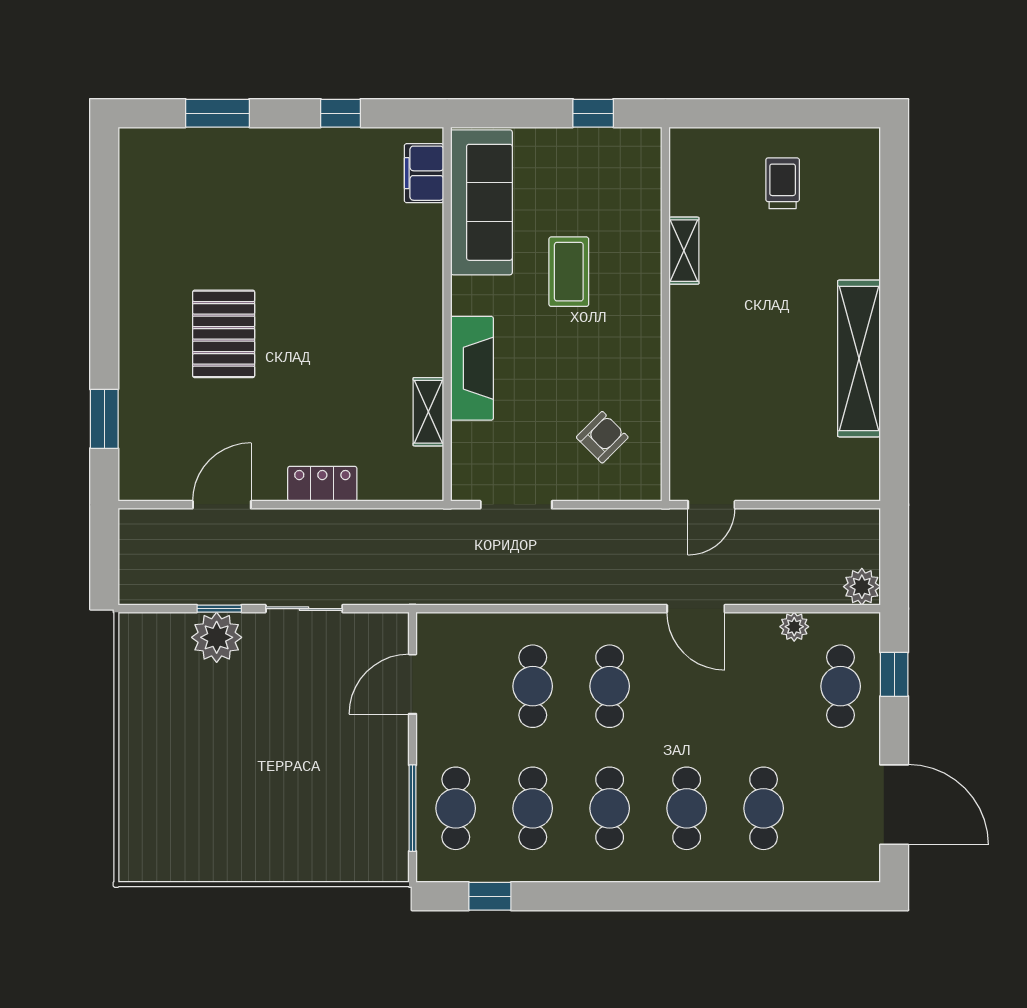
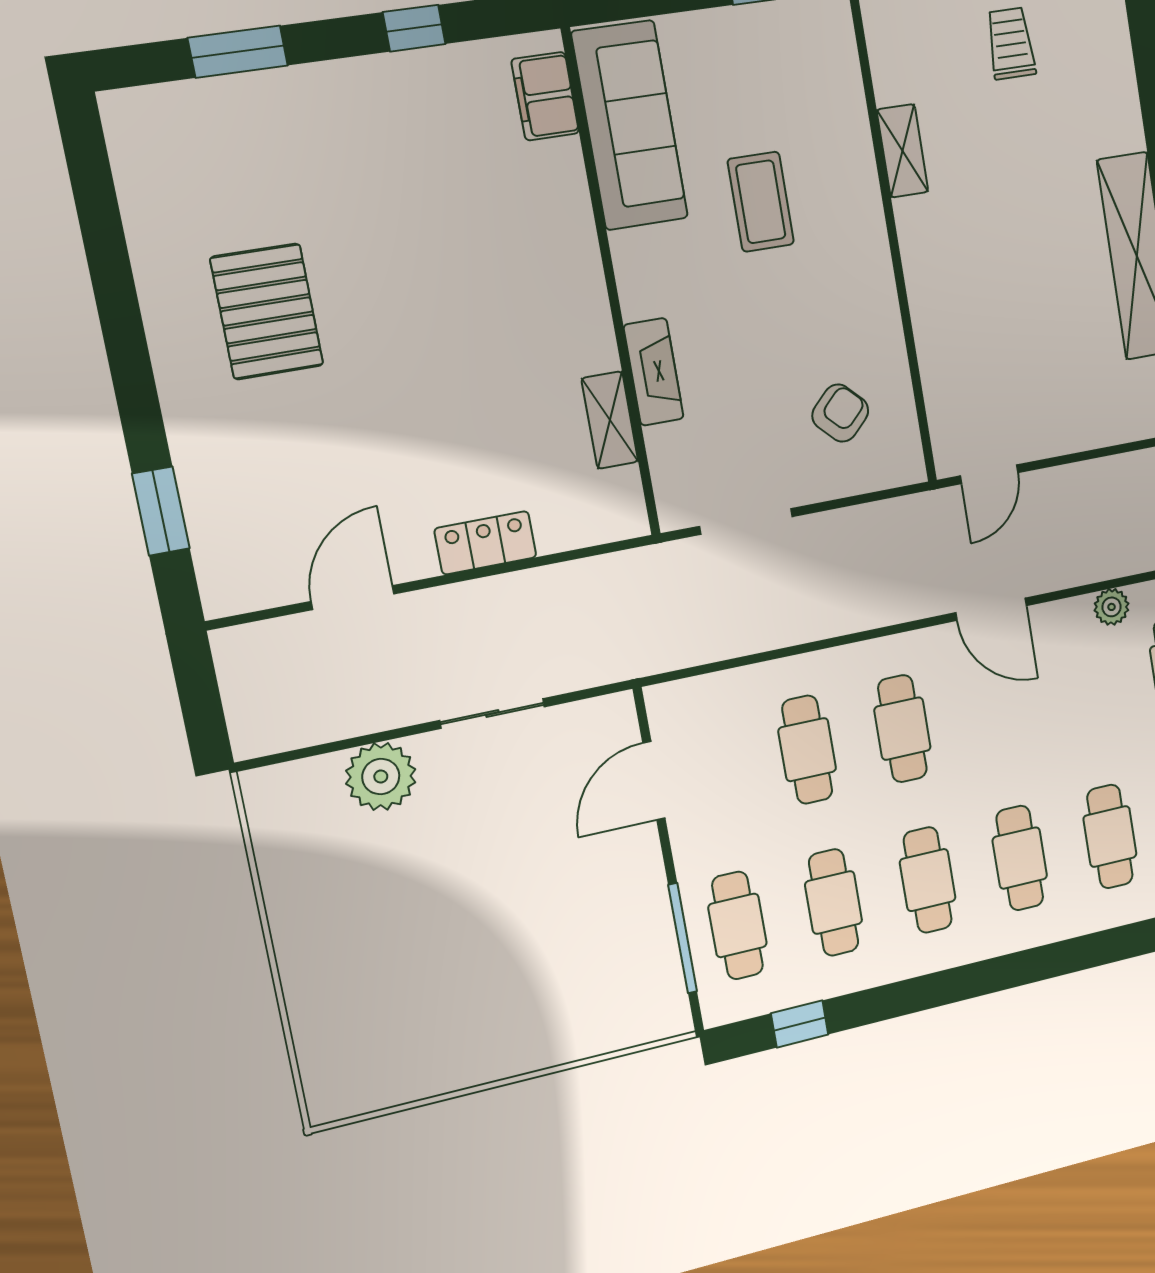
pallet: (224, 334) -> (267, 311), moved
fireplace: (472, 368) -> (654, 372), width x0.73, depth x0.76
window: (219, 609) -> (377, 738), removed

